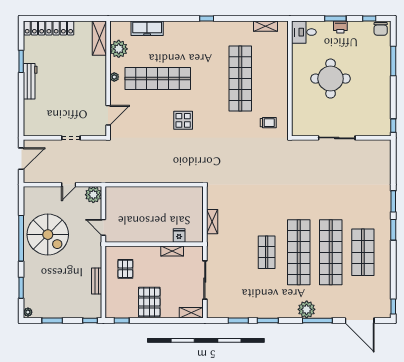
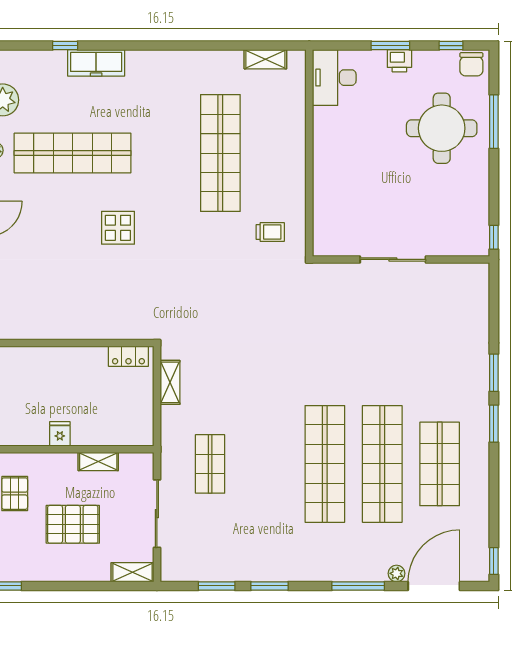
window: (207, 18) -> (65, 46), moved
freezer: (147, 28) -> (96, 63), moved
desk: (304, 32) -> (334, 78), width x1.37
round table: (331, 79) -> (442, 128), moved
locker: (189, 192) -> (128, 356), added
shelving: (212, 222) -> (170, 382), moved
fridge: (179, 235) -> (60, 434), moved
shop shelf: (267, 252) -> (210, 464), moved
pallet: (149, 302) -> (73, 524), moved, turned 90
plant: (307, 309) -> (397, 573), moved, width x0.53, depth x0.53
door: (360, 320) -> (434, 586), swing flipped

